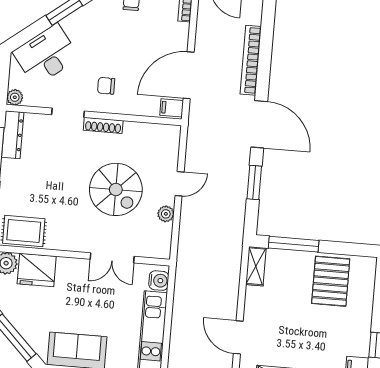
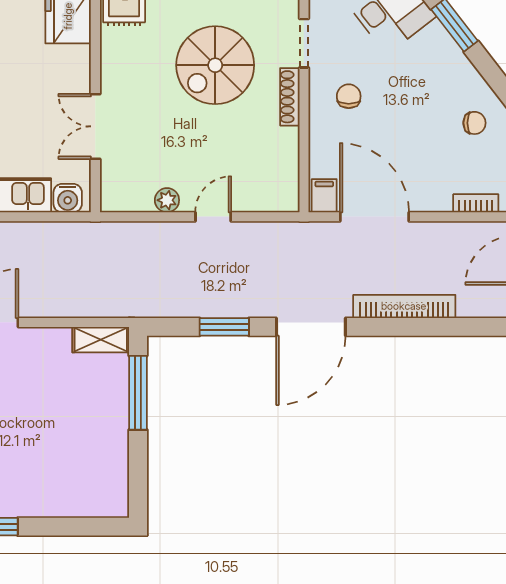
door: (180, 184) -> (213, 217), swing flipped
spiral stairs: (116, 189) -> (215, 65), moved
pallet: (331, 281) -> (88, 452), removed

